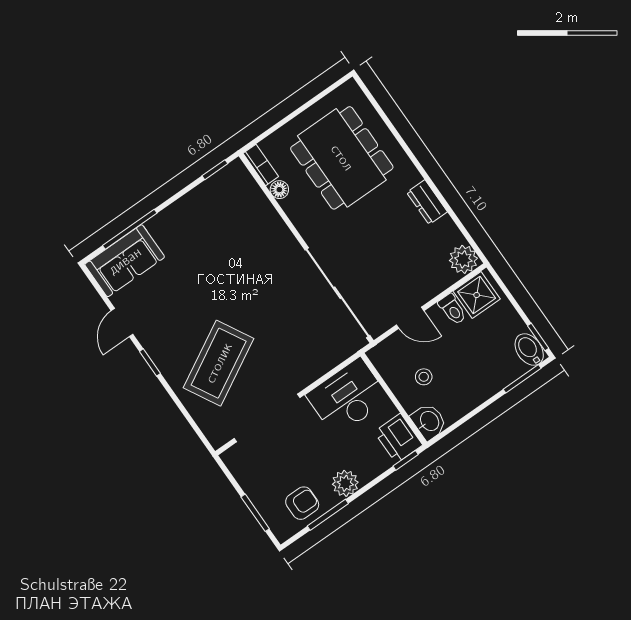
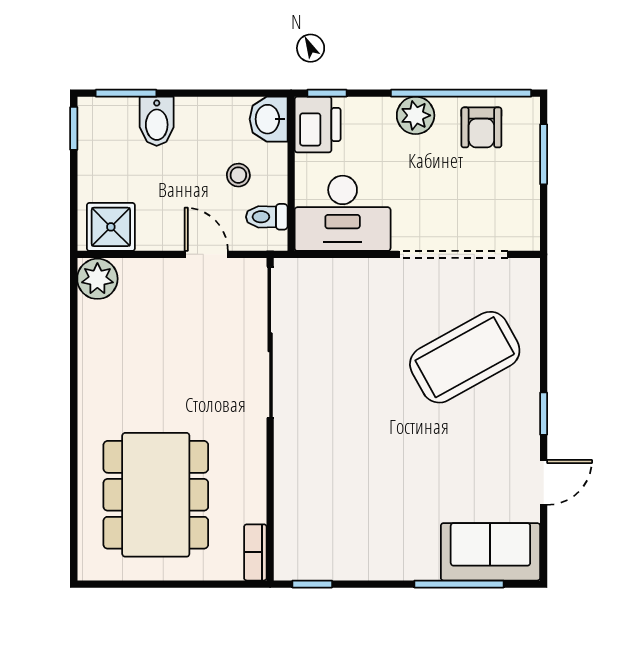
floor lamp: (279, 190) -> (254, 509), removed
dresser: (427, 202) -> (93, 375), removed
toilet: (452, 309) -> (267, 217), moved, turned -90
bidet: (529, 349) -> (157, 121), moved
armchair: (302, 503) -> (481, 127), turned -90
window: (328, 515) -> (461, 93), width x2.11

